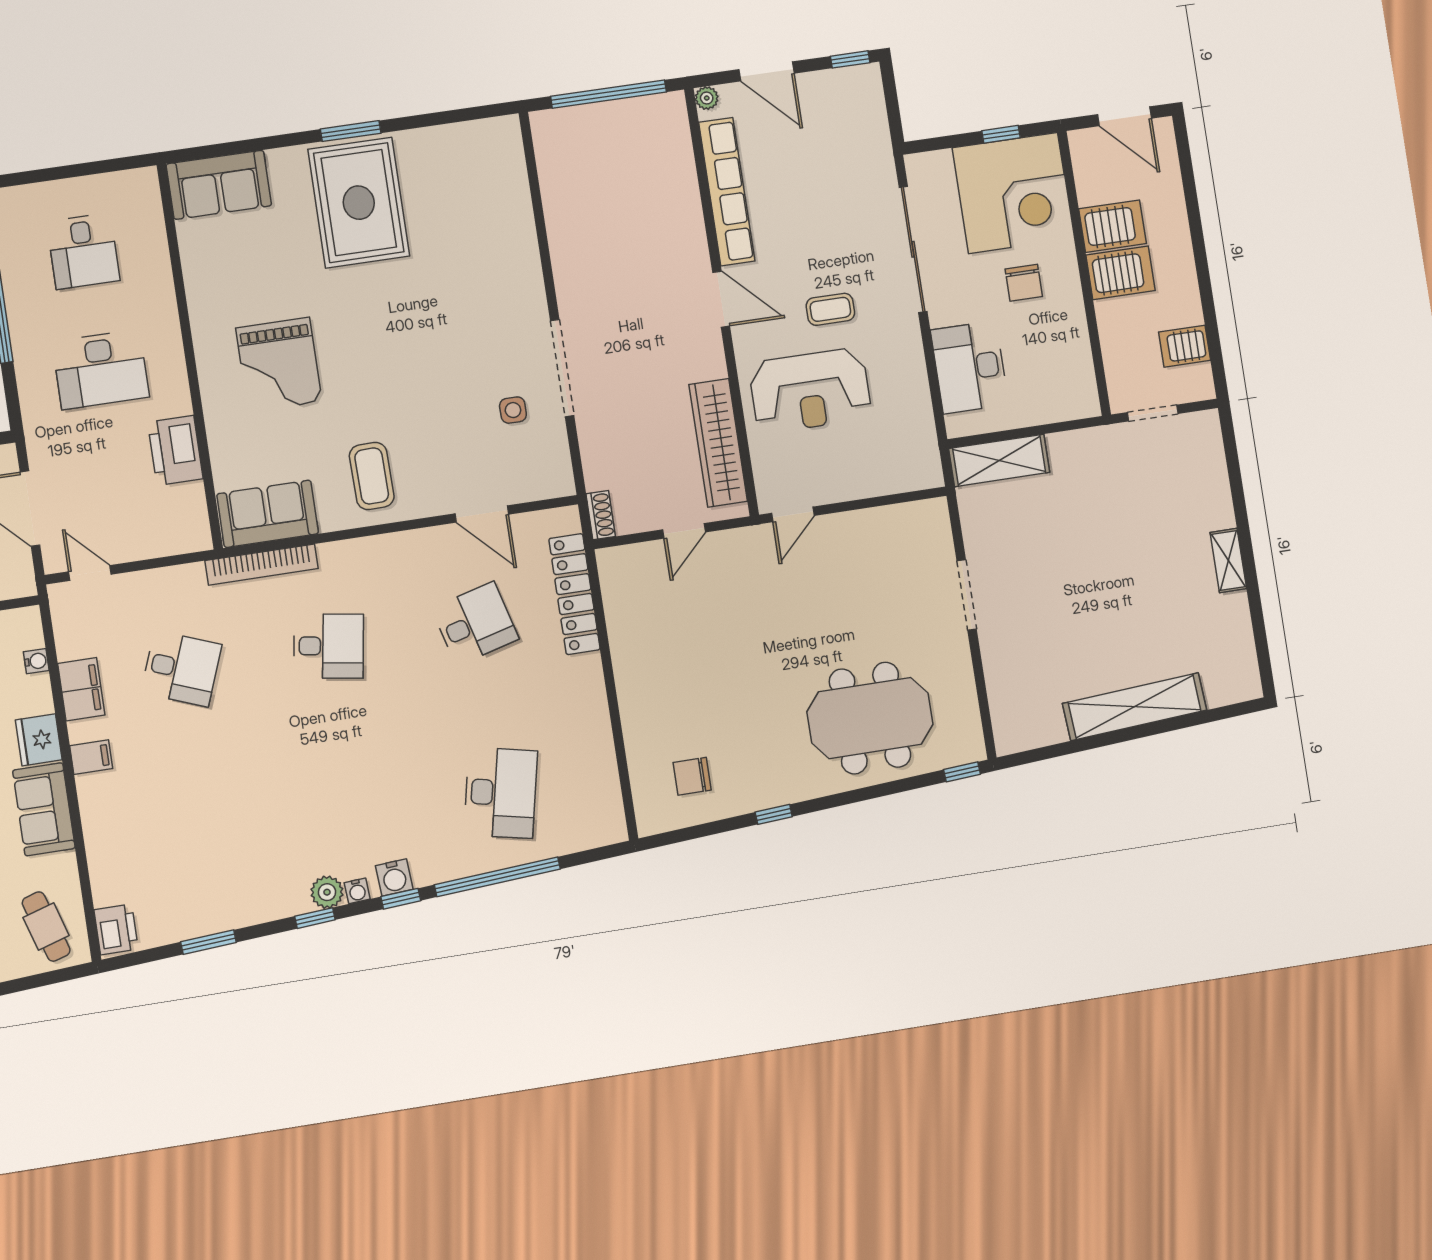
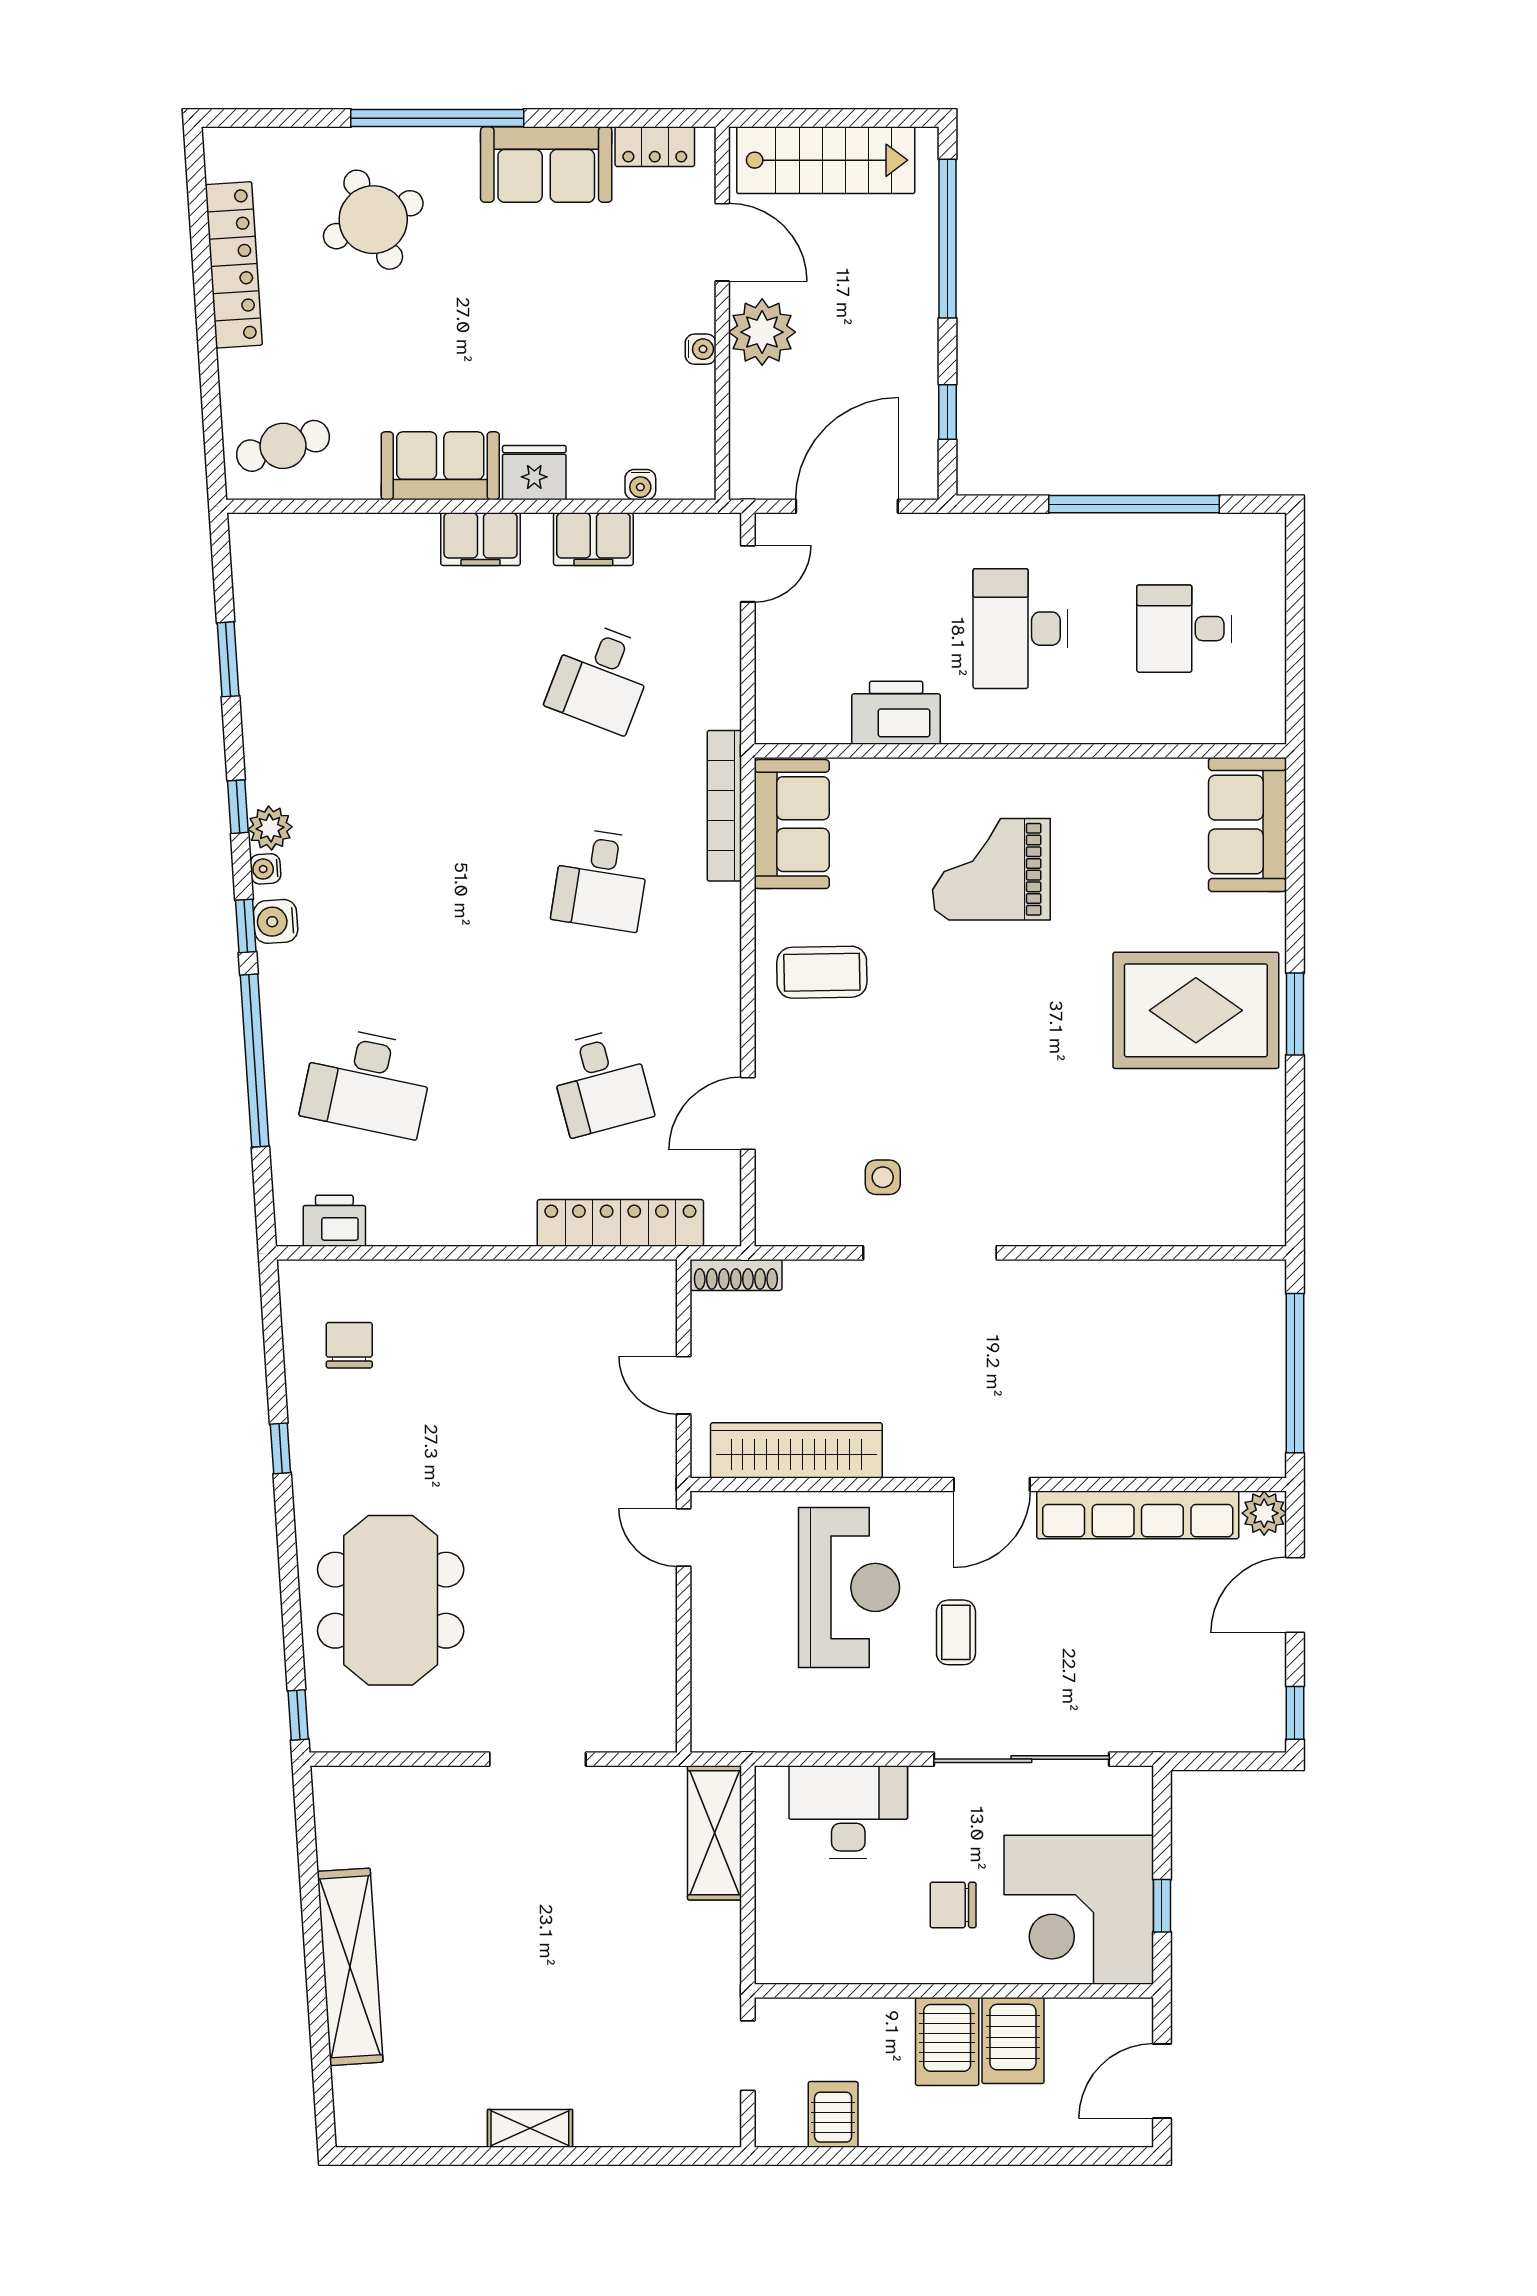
plant: (707, 98) -> (1264, 1513), width x1.38, depth x1.38
reception desk: (810, 391) -> (849, 1587), turned 180
shoe rack: (601, 515) -> (736, 1275), width x1.43
filing cabinet: (91, 757) -> (481, 539), width x2.00
printer: (116, 929) -> (334, 1221), moved, turned 180

